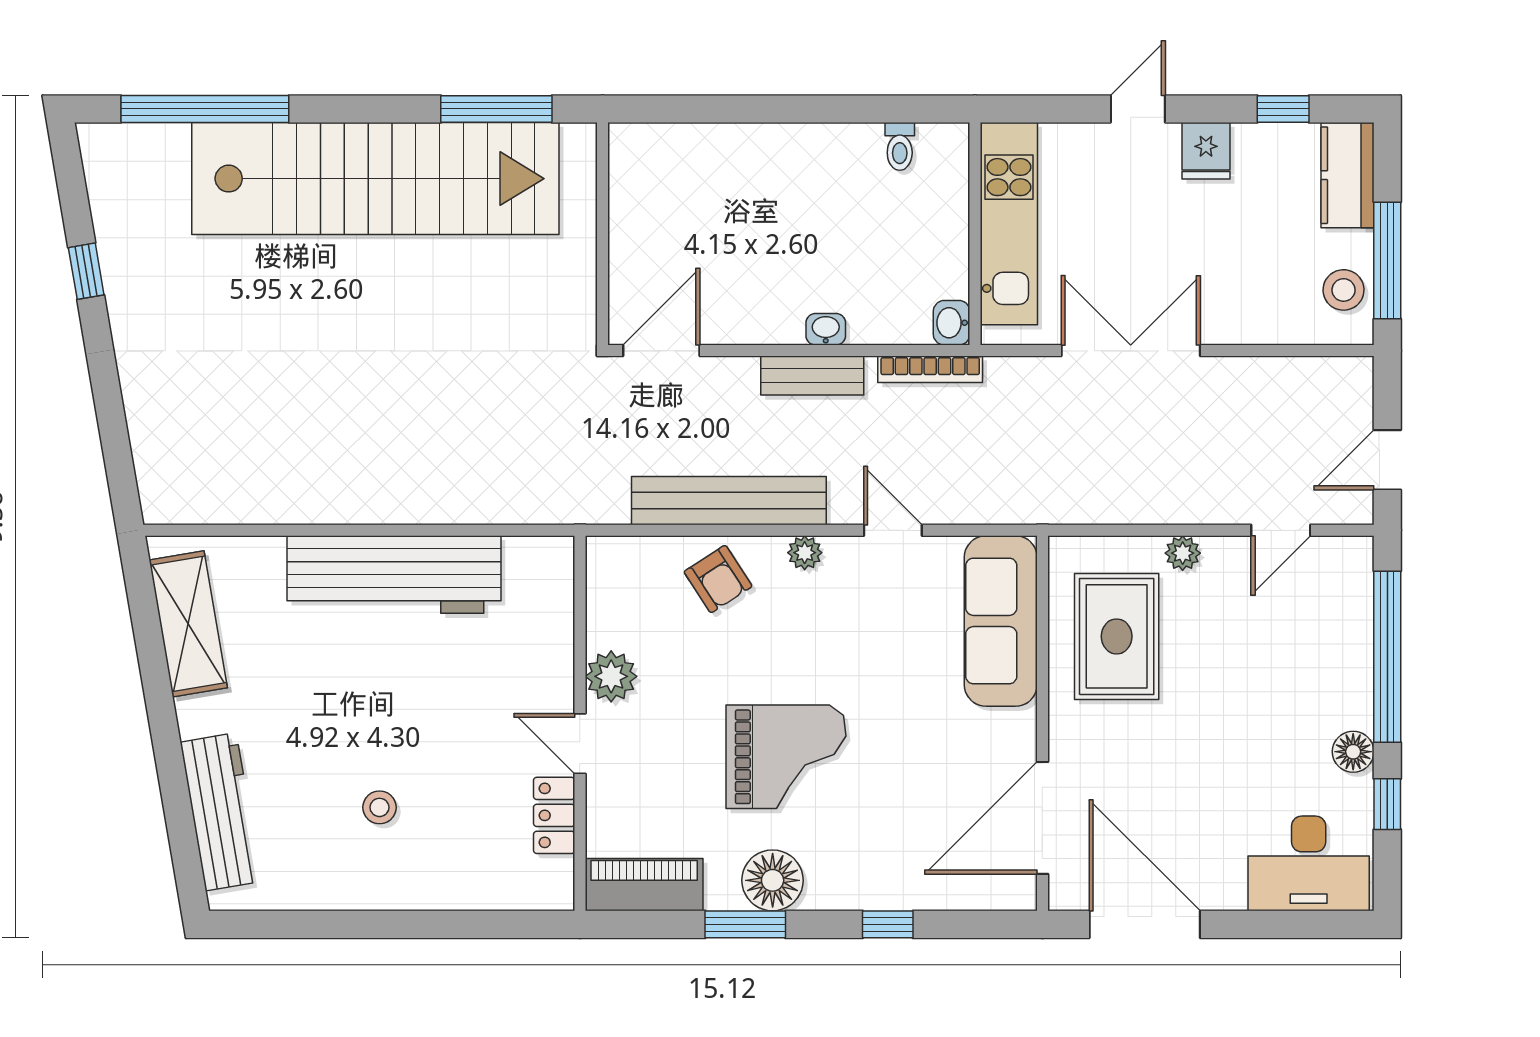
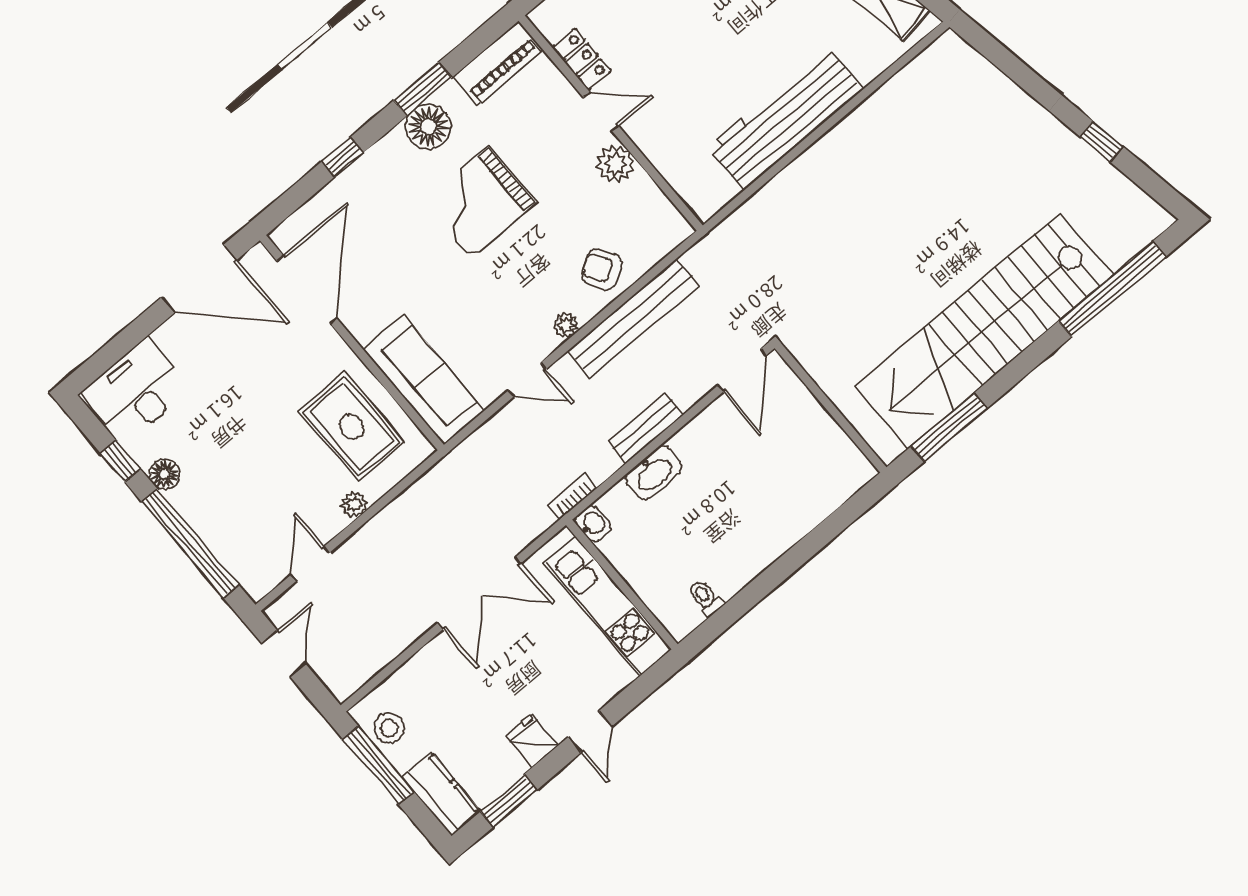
window: (1283, 109) -> (509, 801), width x1.50
washbasin: (826, 329) -> (653, 473), width x1.91, depth x1.45
bookcase: (930, 369) -> (572, 496), width x0.64

